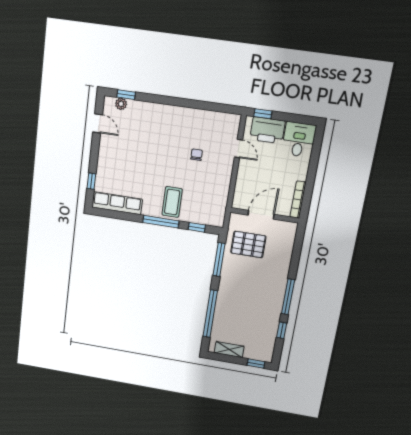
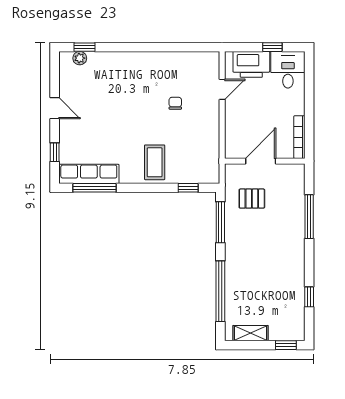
window: (263, 114) -> (272, 47), moved
door: (98, 123) -> (55, 108), moved
door: (238, 149) -> (222, 89), hinge flipped
window: (161, 222) -> (95, 188), moved
pallet: (248, 244) -> (252, 199), width x0.67, depth x0.71
window: (288, 297) -> (309, 217), moved

